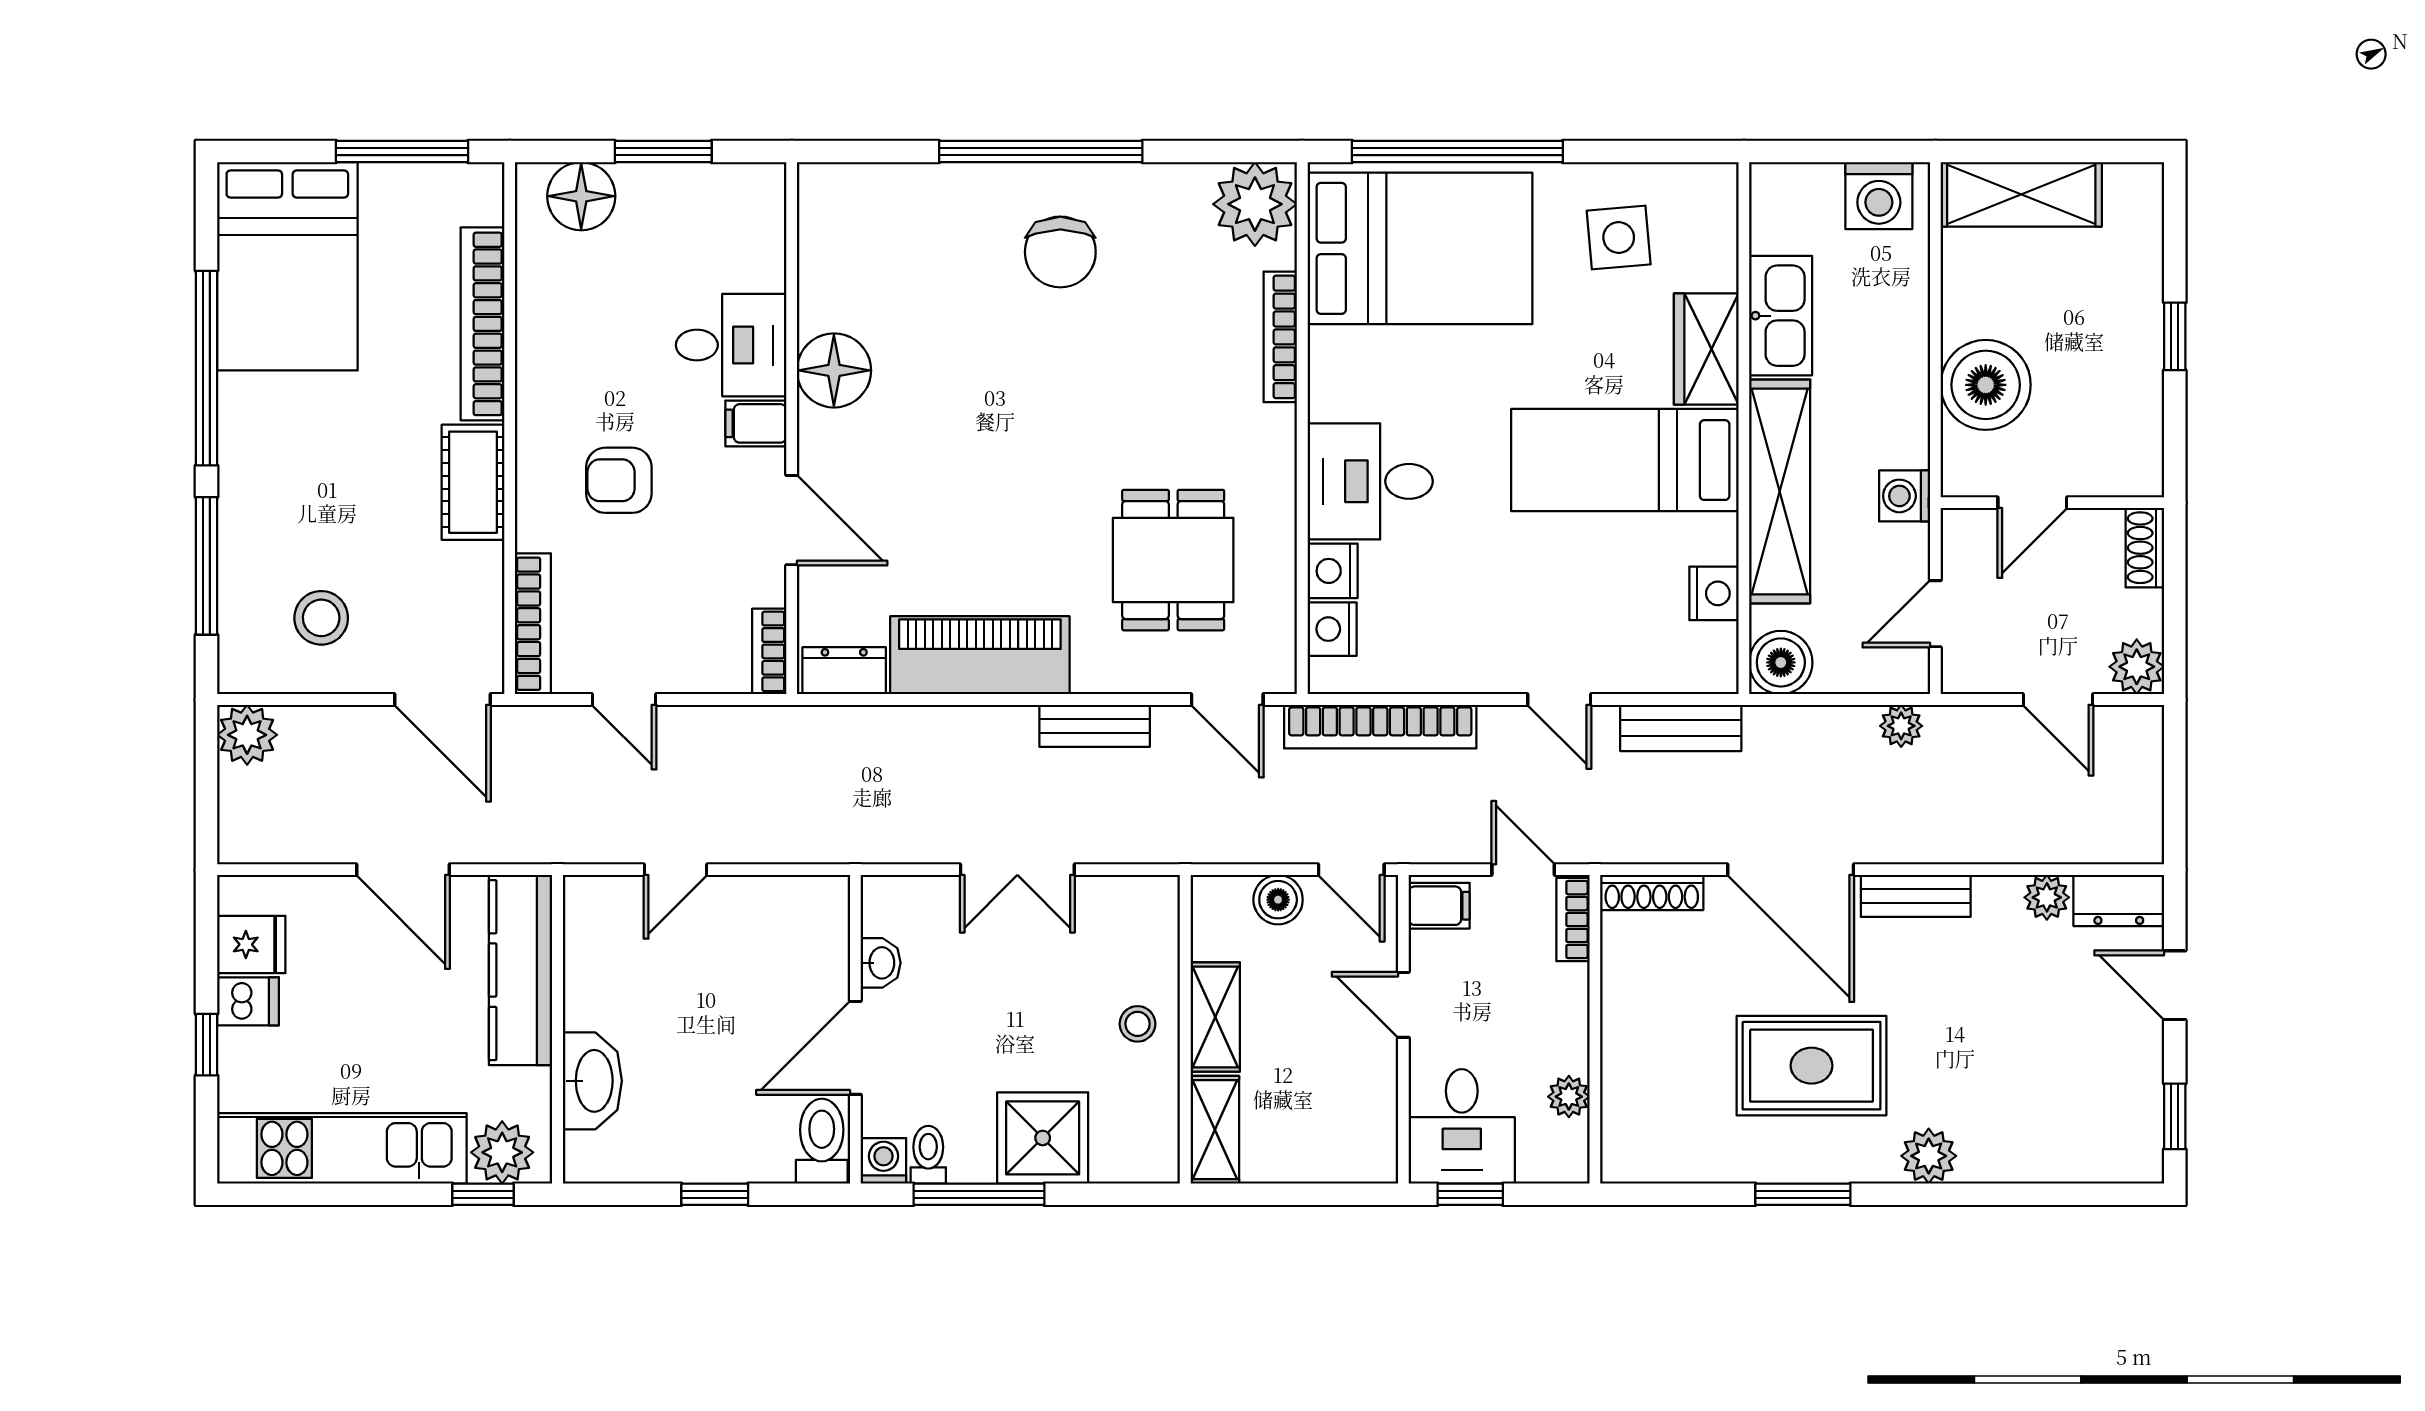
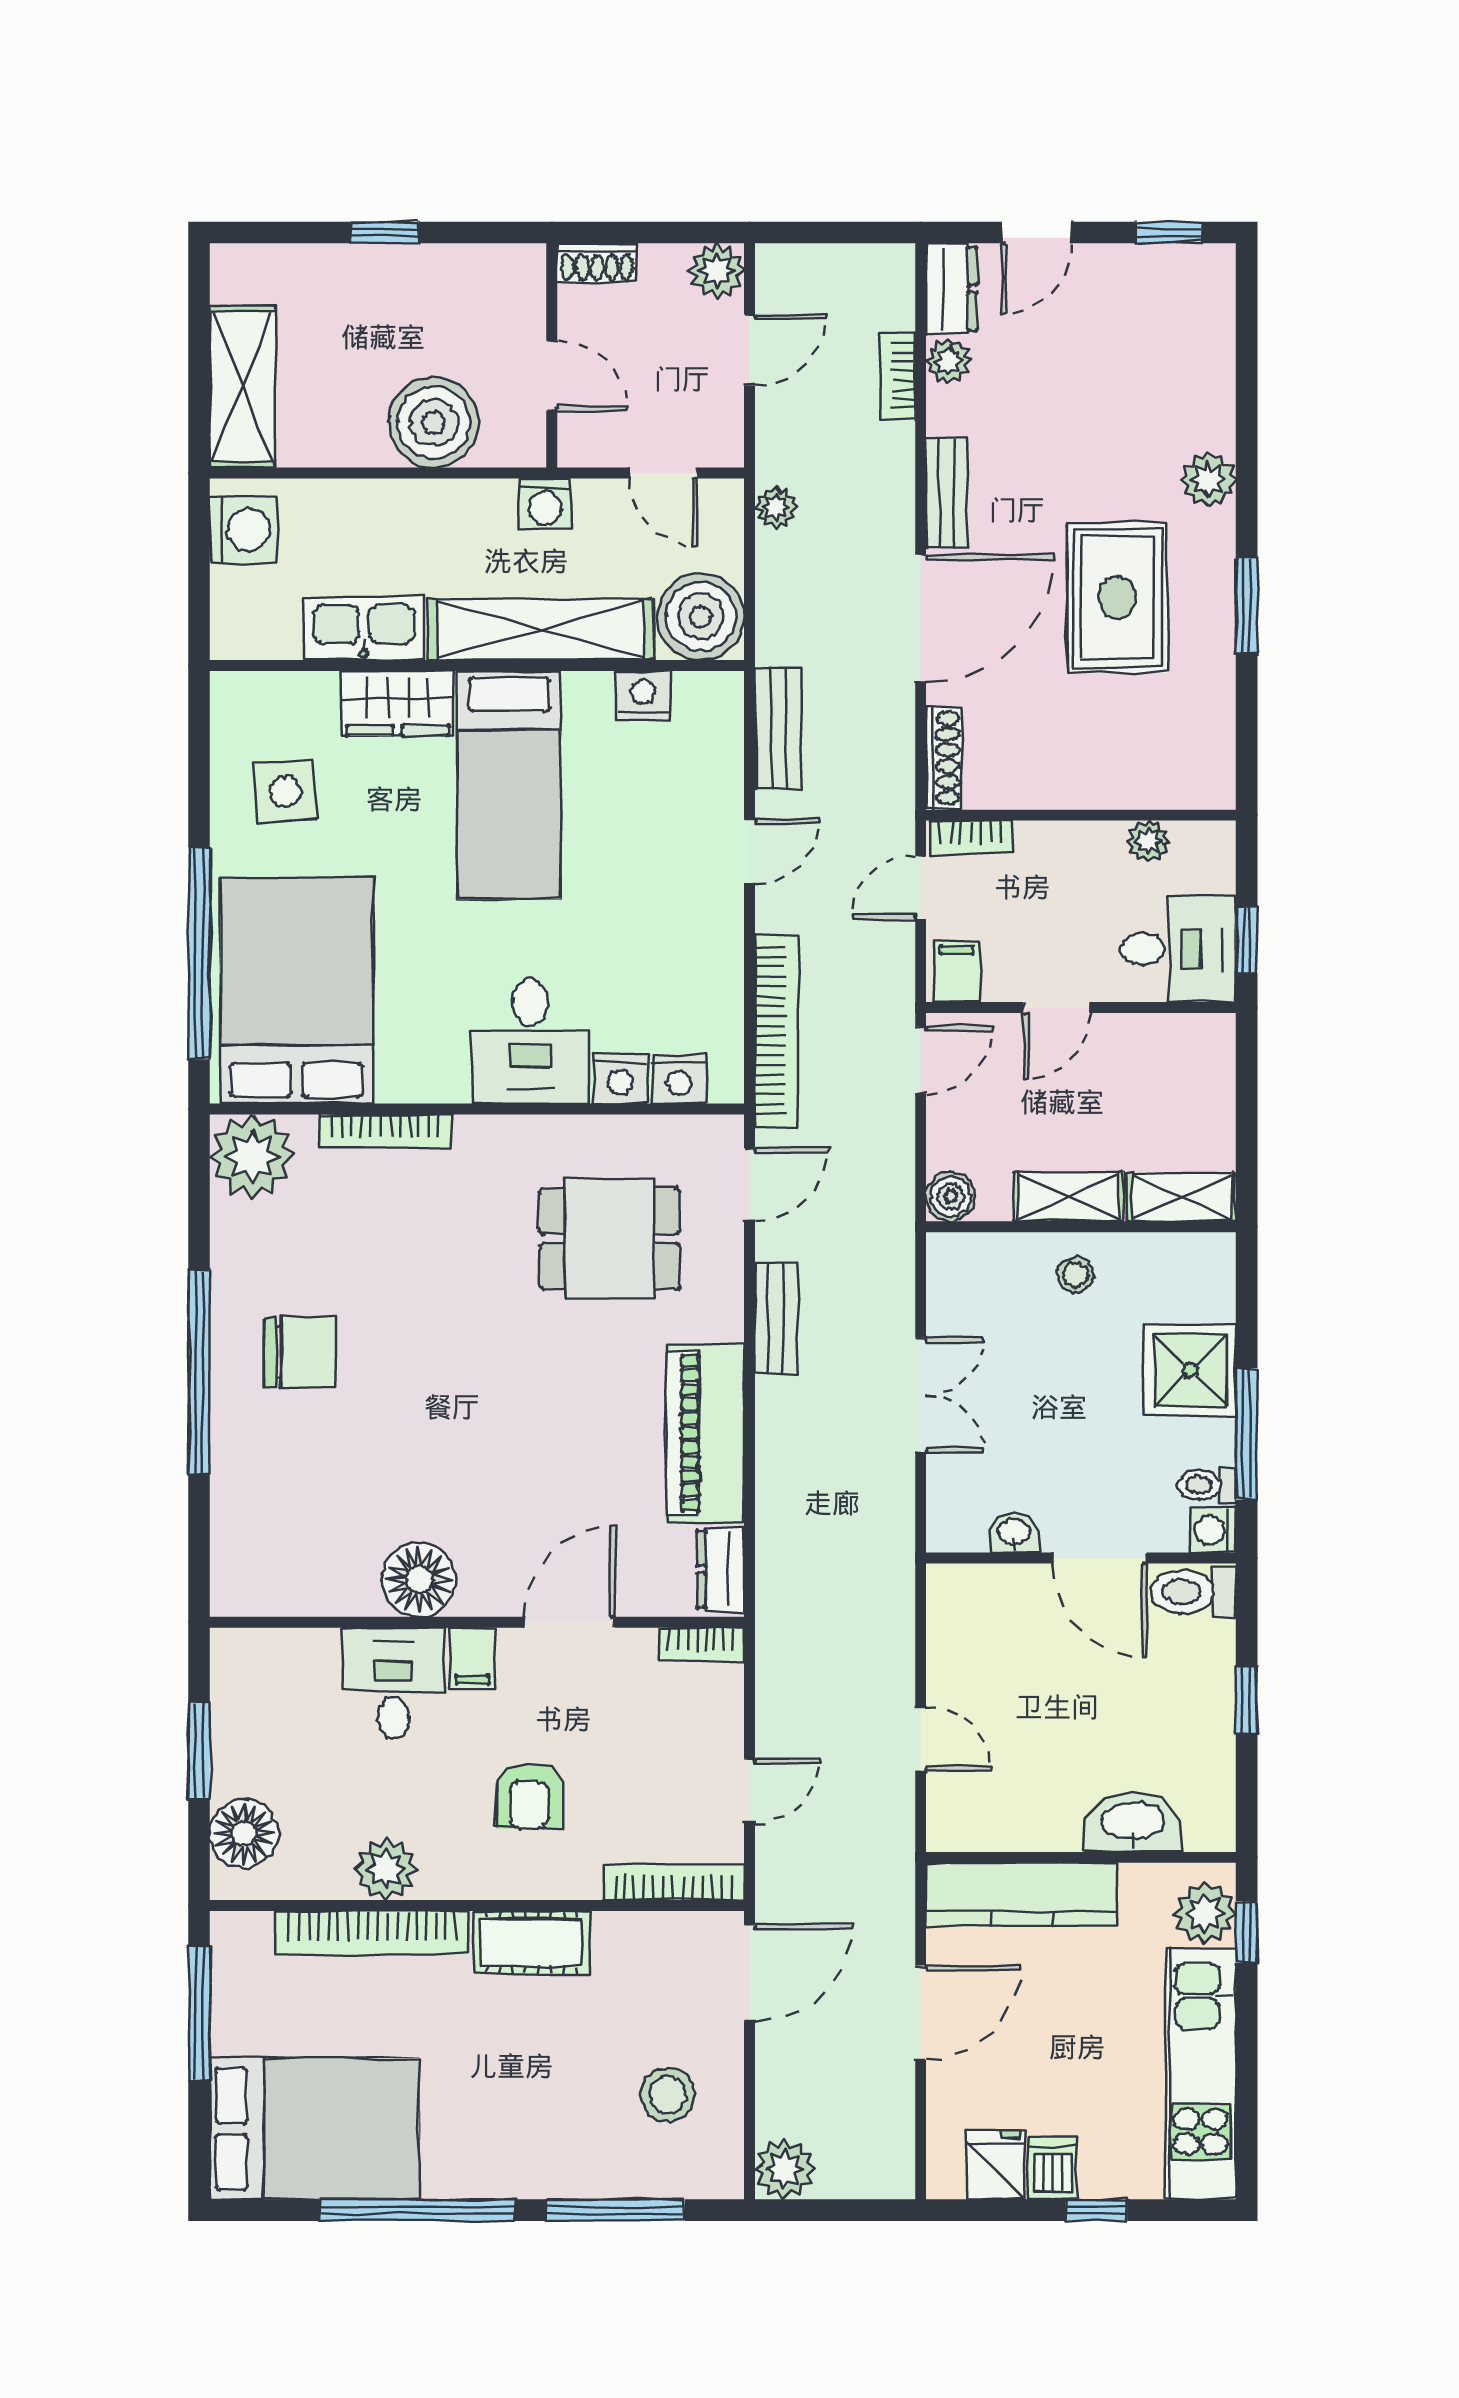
plant: (546, 337) -> (386, 1869), added
boiler: (1781, 662) -> (701, 617), width x1.37, depth x1.37
bookcase: (2032, 847) -> (898, 376), added
boiler: (1278, 900) -> (951, 1197), moved

